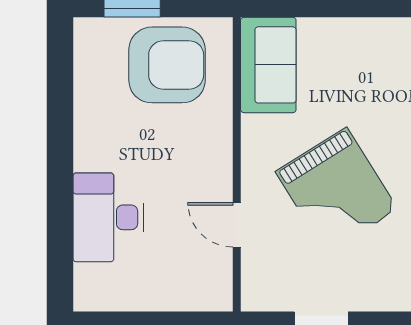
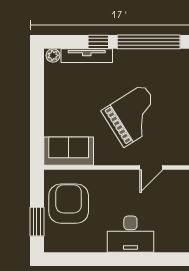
desk: (108, 217) -> (130, 234), moved

